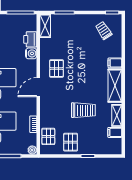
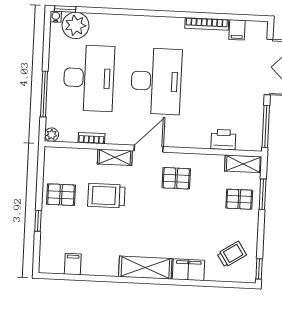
water cooler: (31, 53) -> (201, 140), removed
filing cabinet: (115, 63) -> (188, 270), width x2.00
door: (38, 87) -> (149, 149), hinge flipped
trolley: (83, 110) -> (106, 196), moved, turned 90
shelving: (117, 115) -> (115, 157), moved
pallet: (48, 136) -> (239, 199), moved

